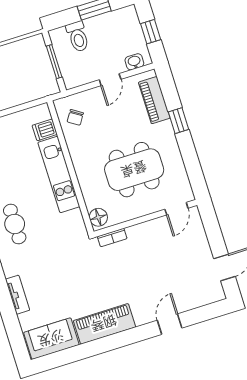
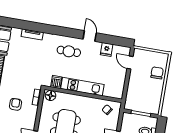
dishwasher: (45, 130) -> (56, 82), moved
armchair: (140, 265) -> (16, 104), added

